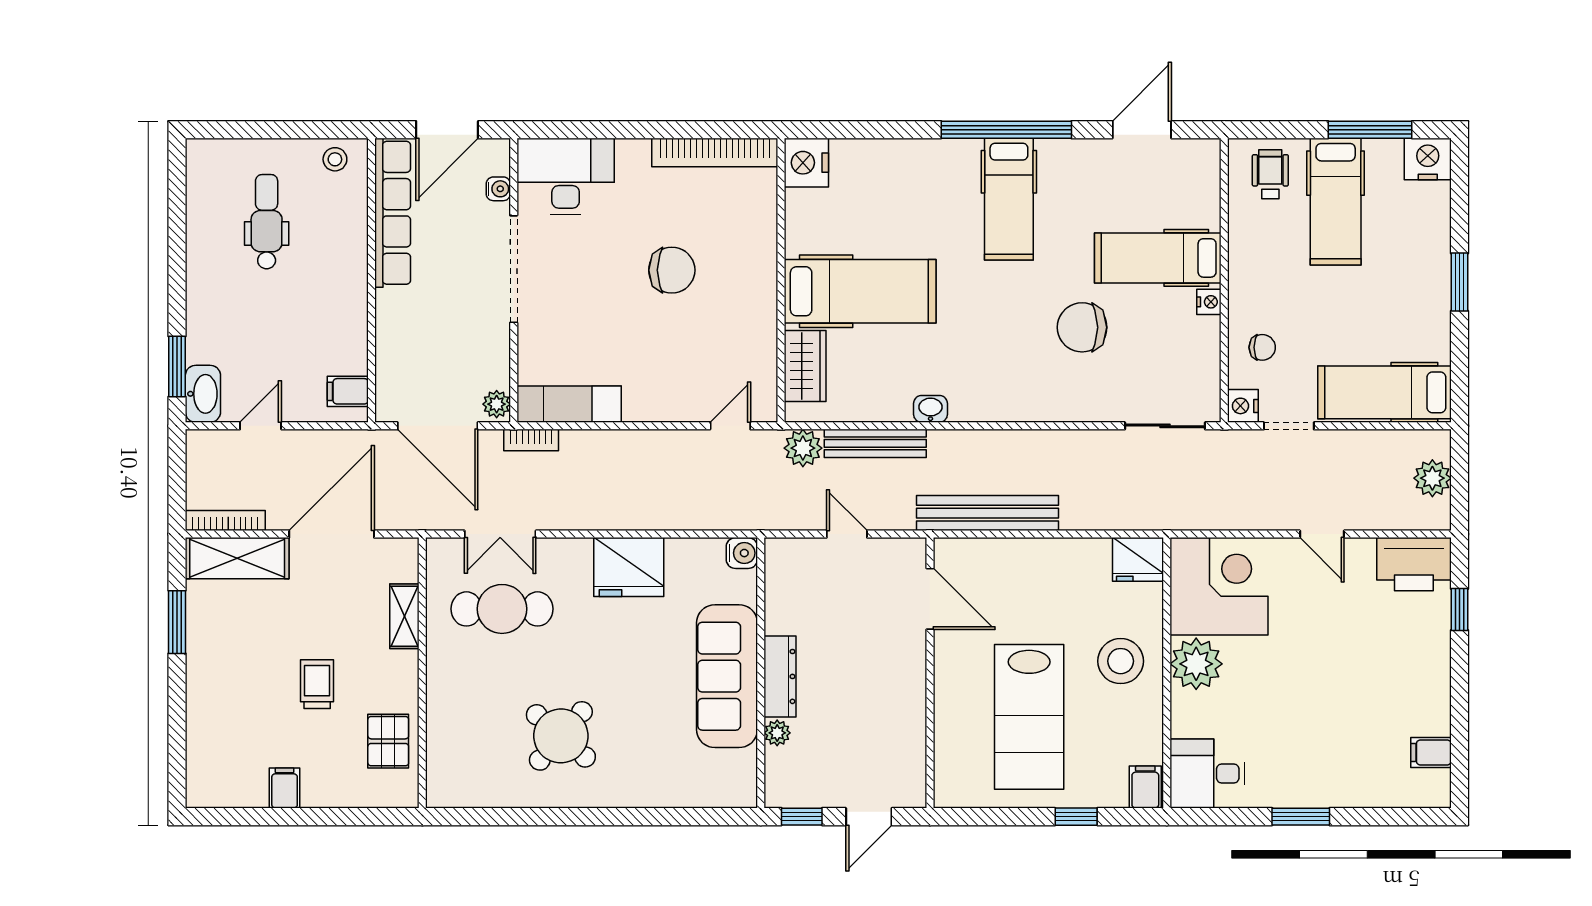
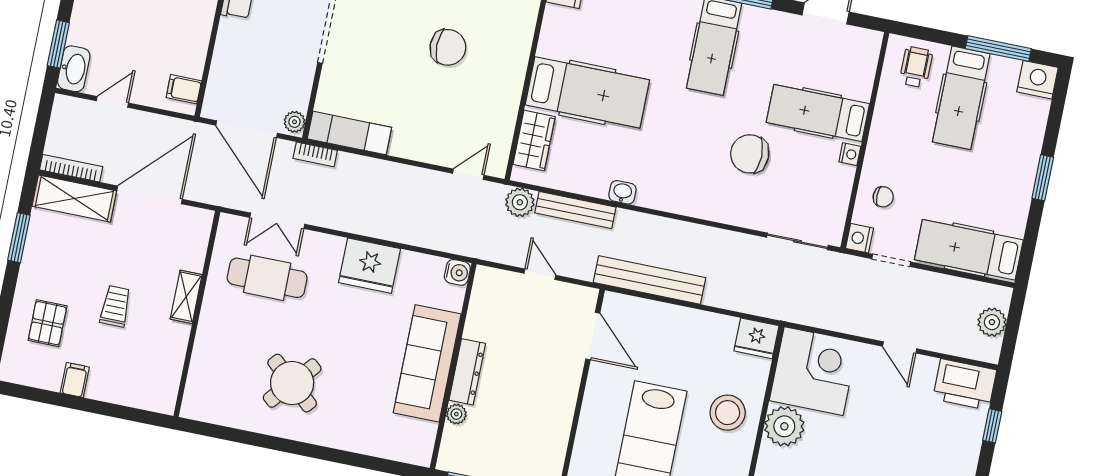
shelving: (404, 616) -> (186, 297), moved
pallet: (388, 741) -> (48, 323), moved

